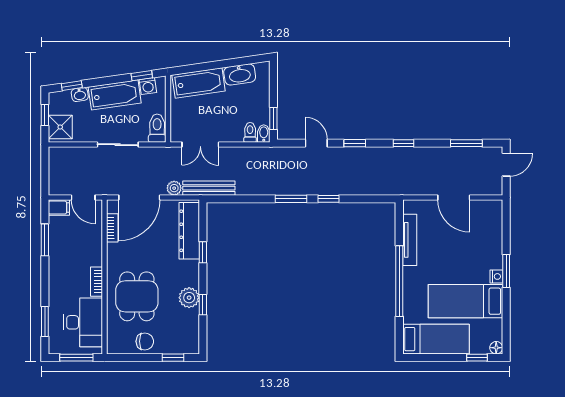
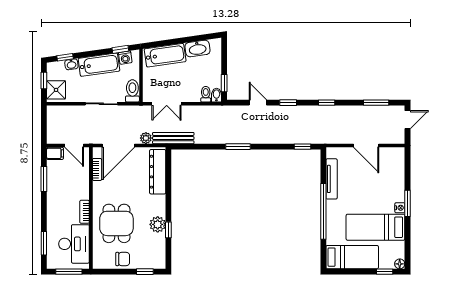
window: (329, 199) -> (303, 147), moved
window: (203, 252) -> (168, 189), removed

